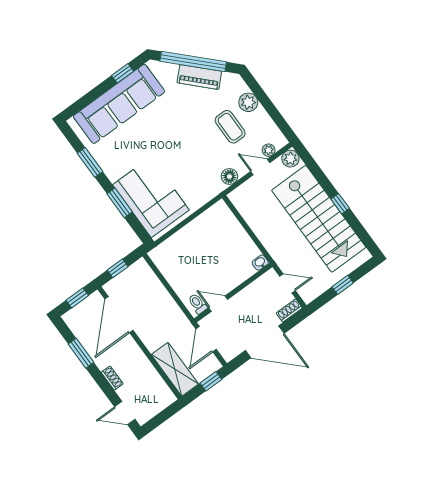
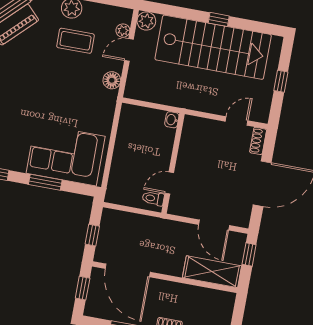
washbasin: (260, 263) -> (172, 120), moved
wall: (233, 293) -> (173, 163), moved
toilet: (198, 304) -> (153, 198), moved
door: (218, 304) -> (169, 183), moved

